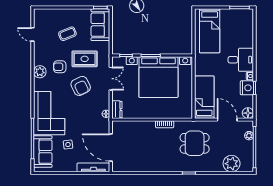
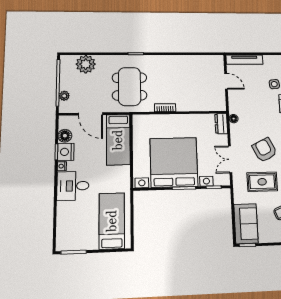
floor lamp: (248, 113) -> (65, 136), moved
dining table: (195, 143) -> (130, 87), width x1.38
door: (111, 148) -> (226, 81), width x0.53

